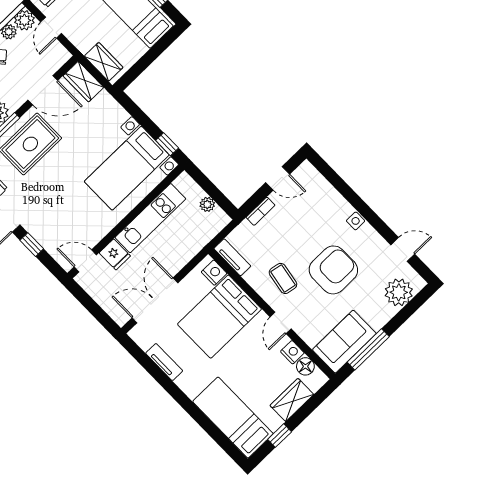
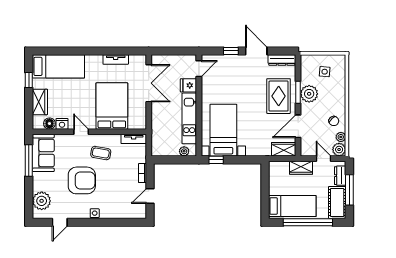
wardrobe: (104, 62) -> (301, 168), moved
plant: (207, 204) -> (184, 151), moved
armchair: (333, 270) -> (82, 180), turned -90
nightstand: (214, 273) -> (135, 123), removed

